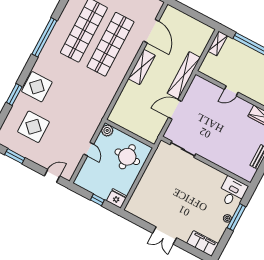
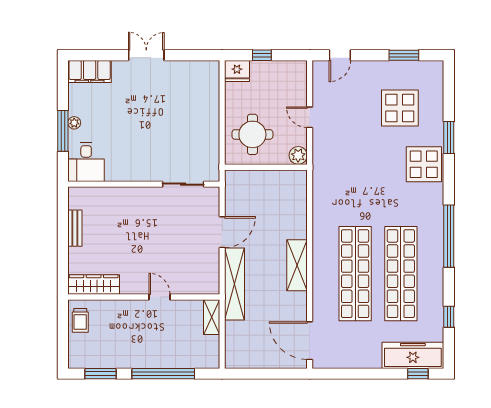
door: (151, 31) -> (310, 341), moved
shelving: (218, 43) -> (212, 317), moved
door: (231, 91) -> (160, 297), hinge flipped

